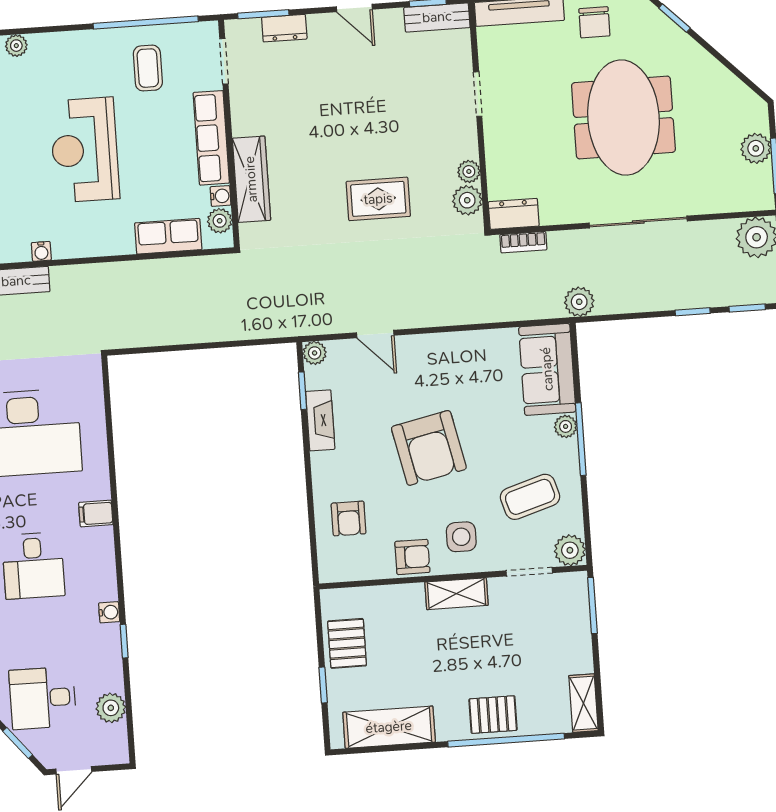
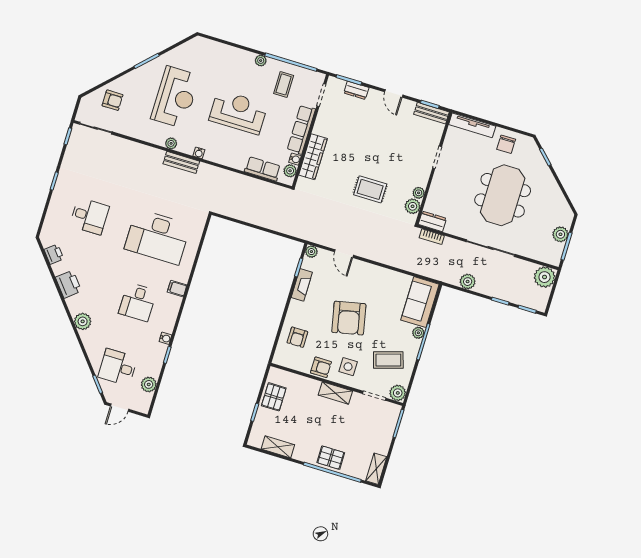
plant: (16, 46) -> (261, 61), moved
reception desk: (85, 150) -> (238, 112), turned 90
plant: (579, 302) -> (468, 282), moved
shelving: (389, 727) -> (278, 447), width x0.67, depth x0.75

